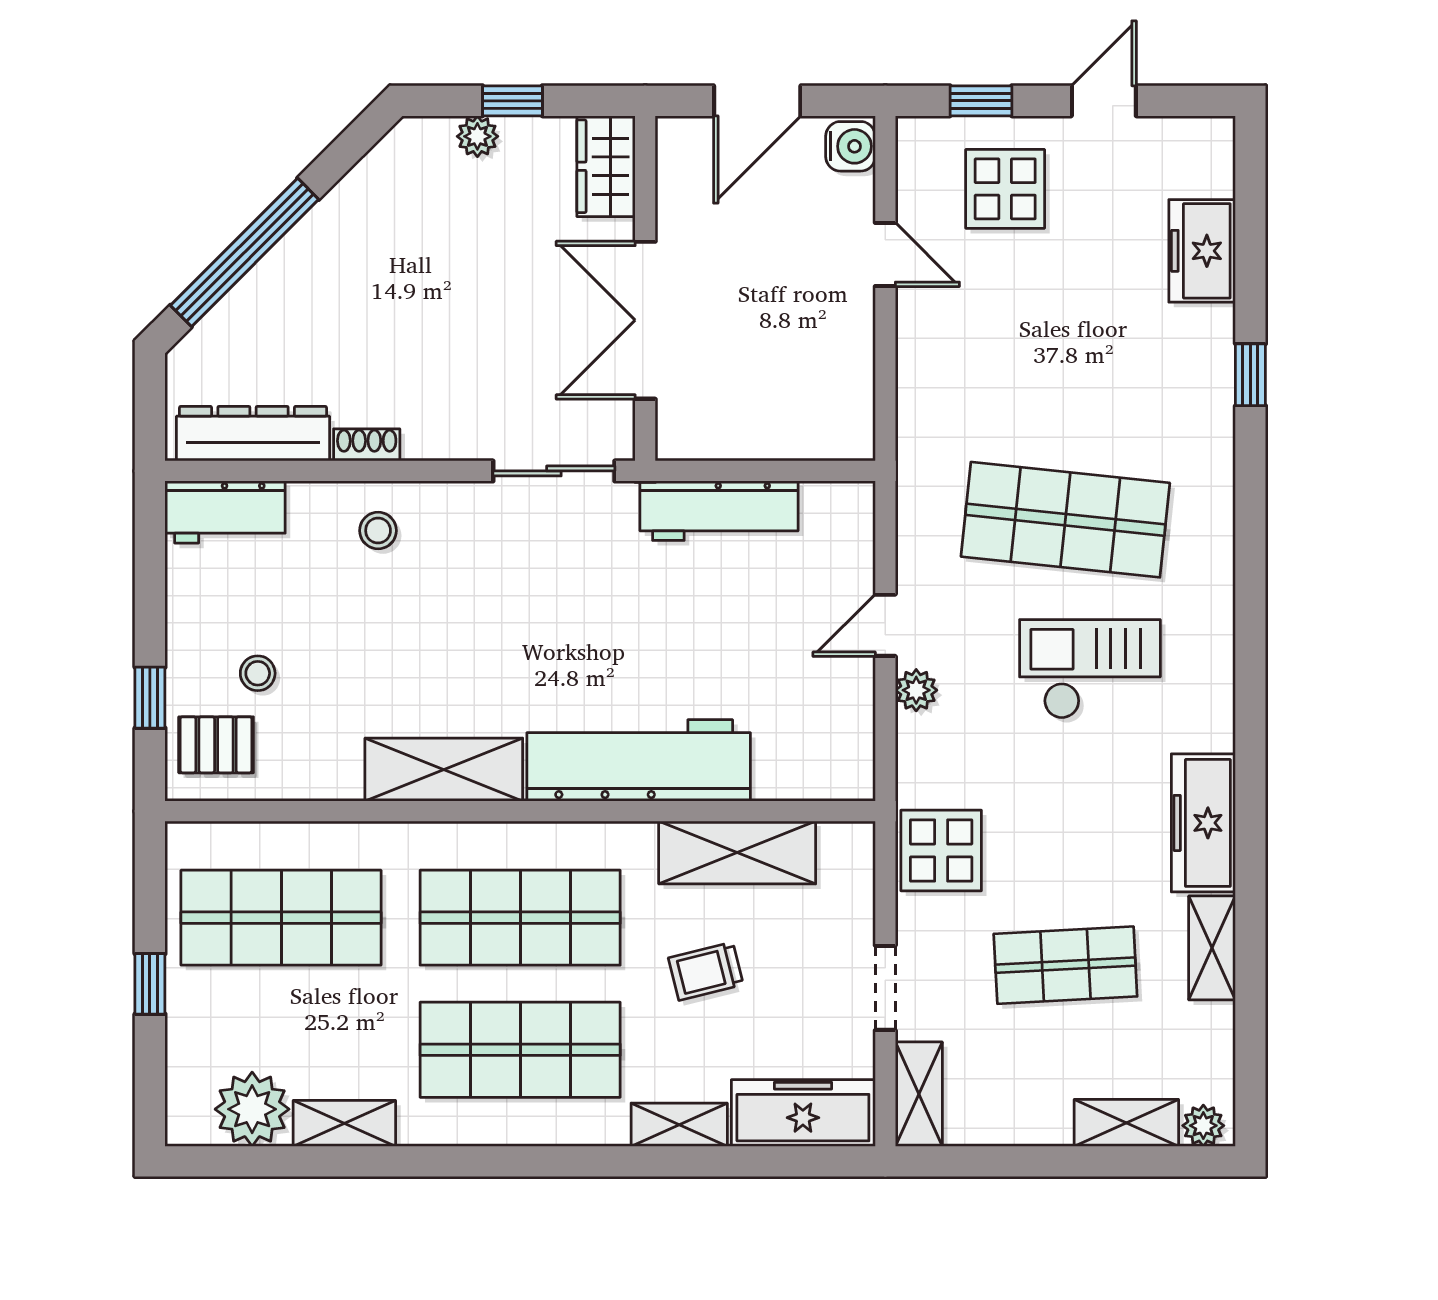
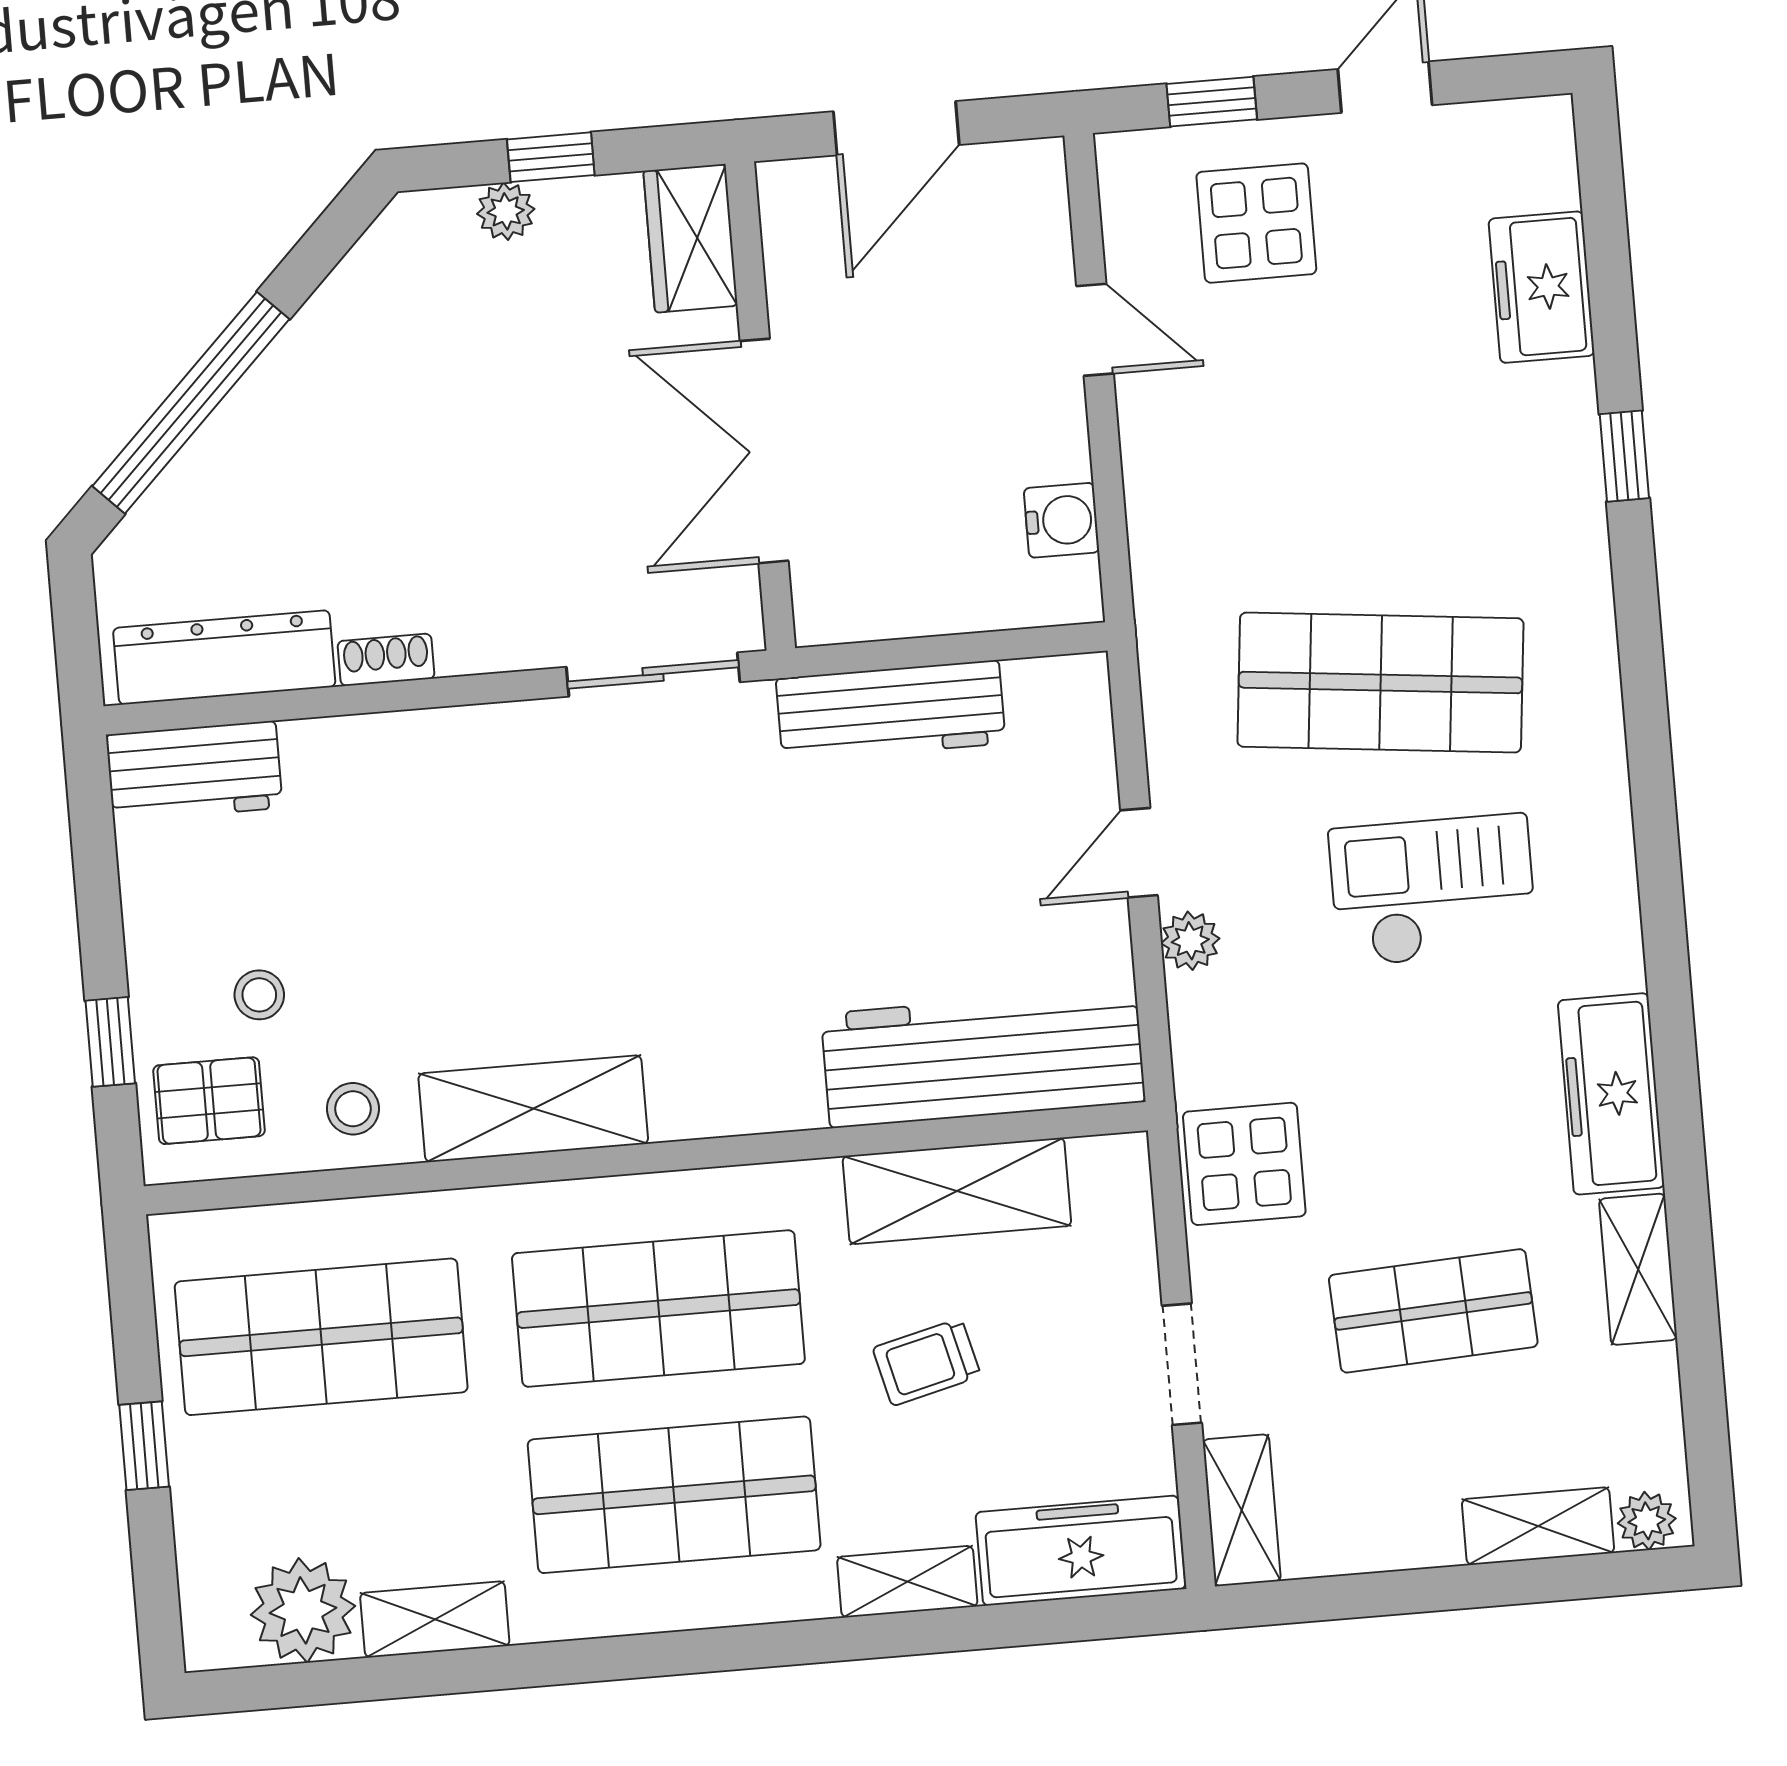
water cooler: (850, 146) -> (1062, 520), moved
stool: (378, 531) -> (353, 1109), moved
workbench: (639, 760) -> (983, 1058), moved

